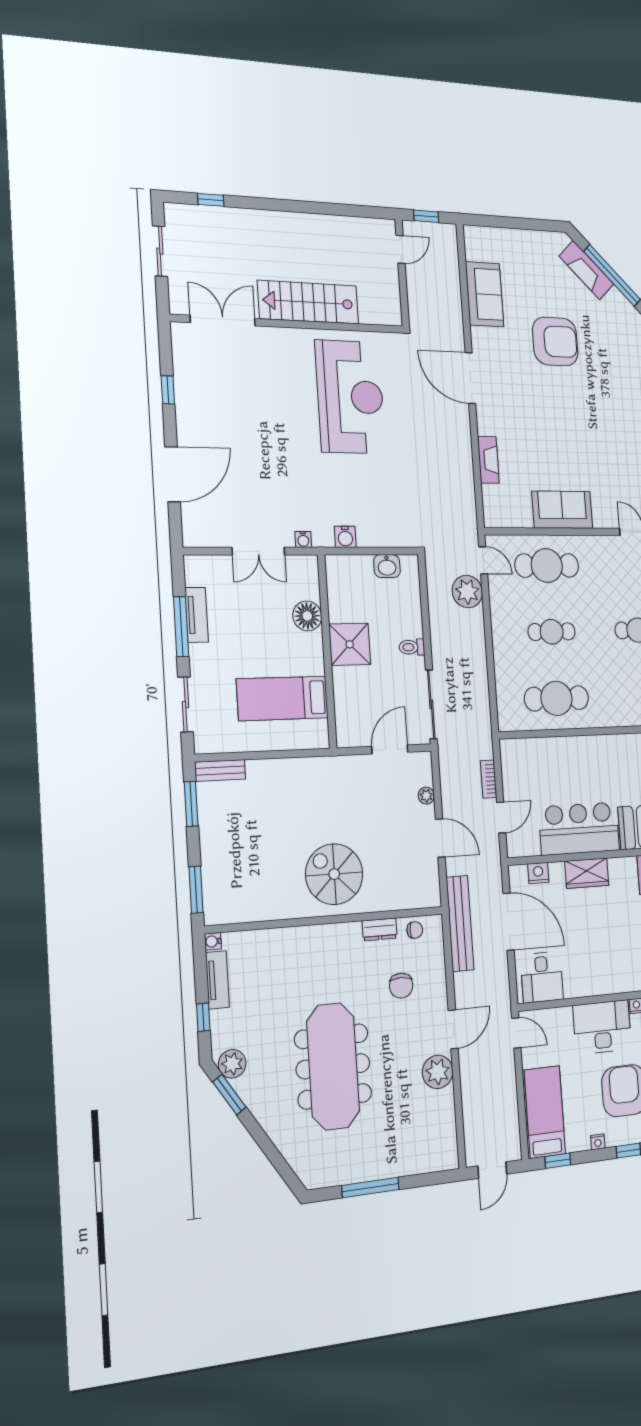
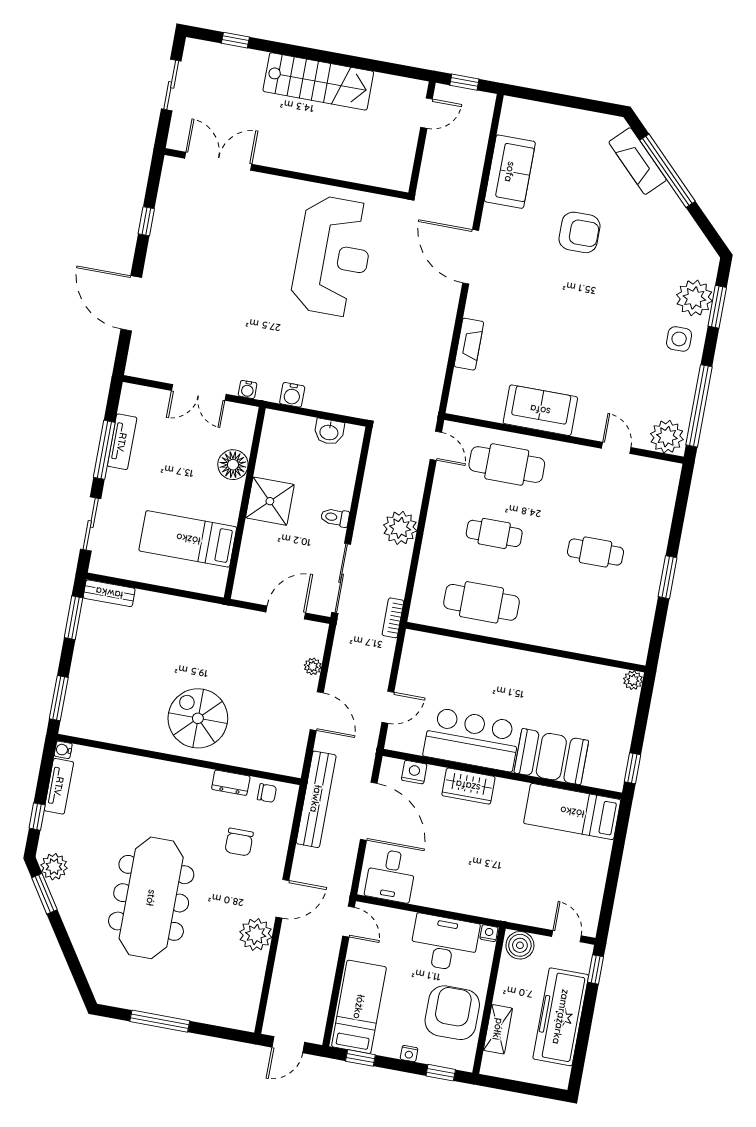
stairs: (308, 302) -> (318, 81), moved, turned 180
armchair: (555, 341) -> (579, 232), width x0.73, depth x0.73
door: (173, 474) -> (131, 303), swing flipped
plant: (467, 592) -> (400, 528), moved
bookcase: (489, 779) -> (393, 618), moved

